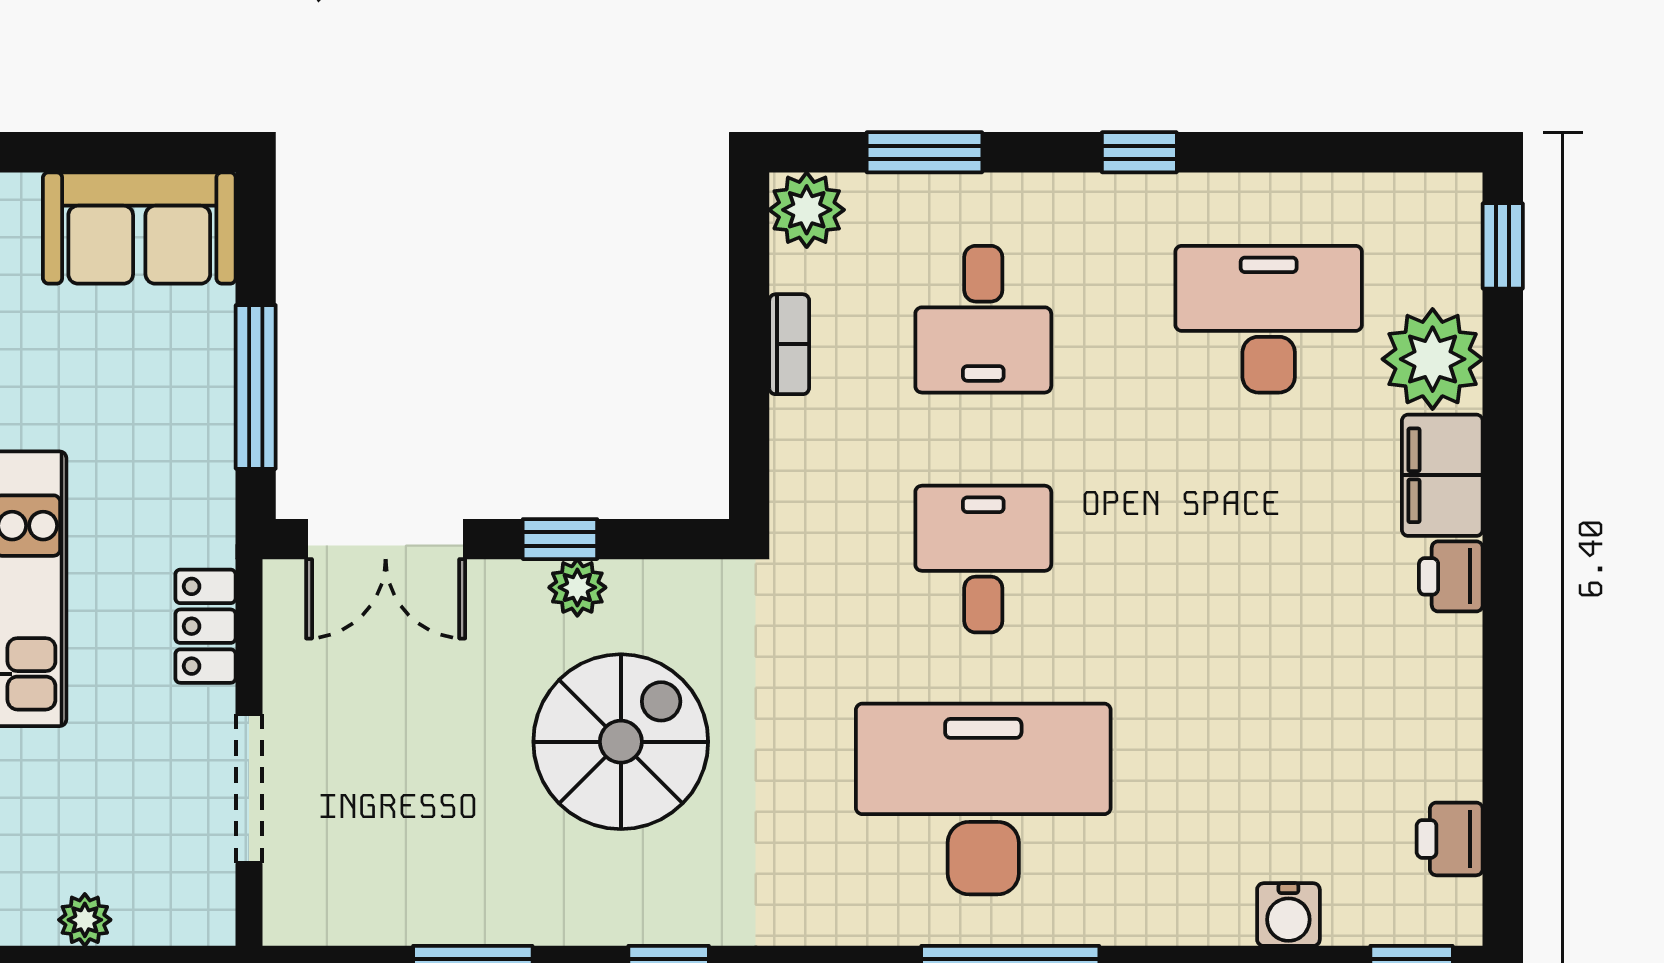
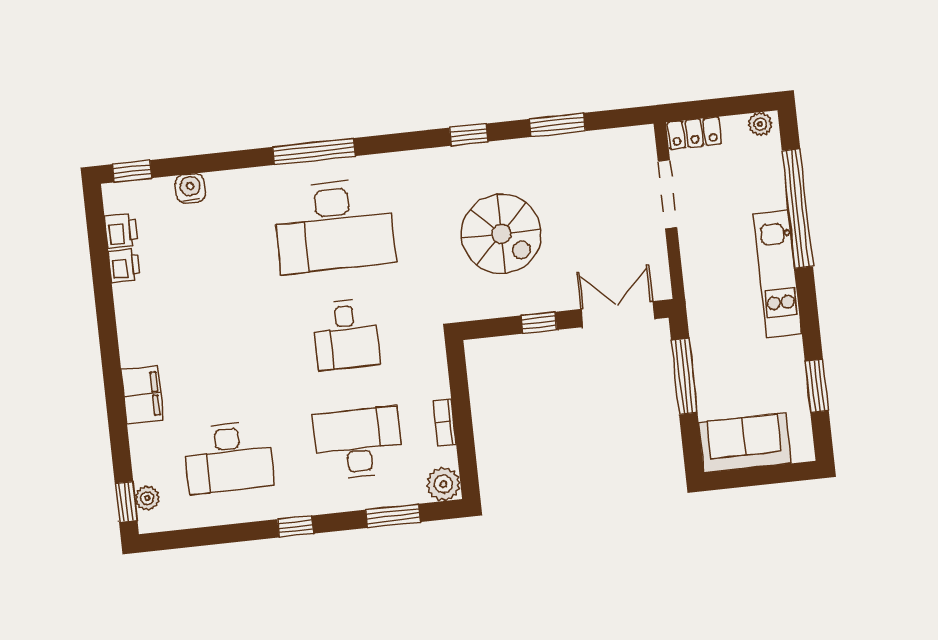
desk: (983, 319) -> (358, 443), width x1.37
plant: (1433, 359) -> (147, 498), moved, width x0.53, depth x0.53
printer: (1451, 576) -> (124, 265), moved
plant: (577, 587) -> (529, 302), removed
locker: (205, 626) -> (694, 133), moved, turned 90
spiral stairs: (621, 742) -> (501, 234), turned -90
plant: (85, 920) -> (760, 124), moved

